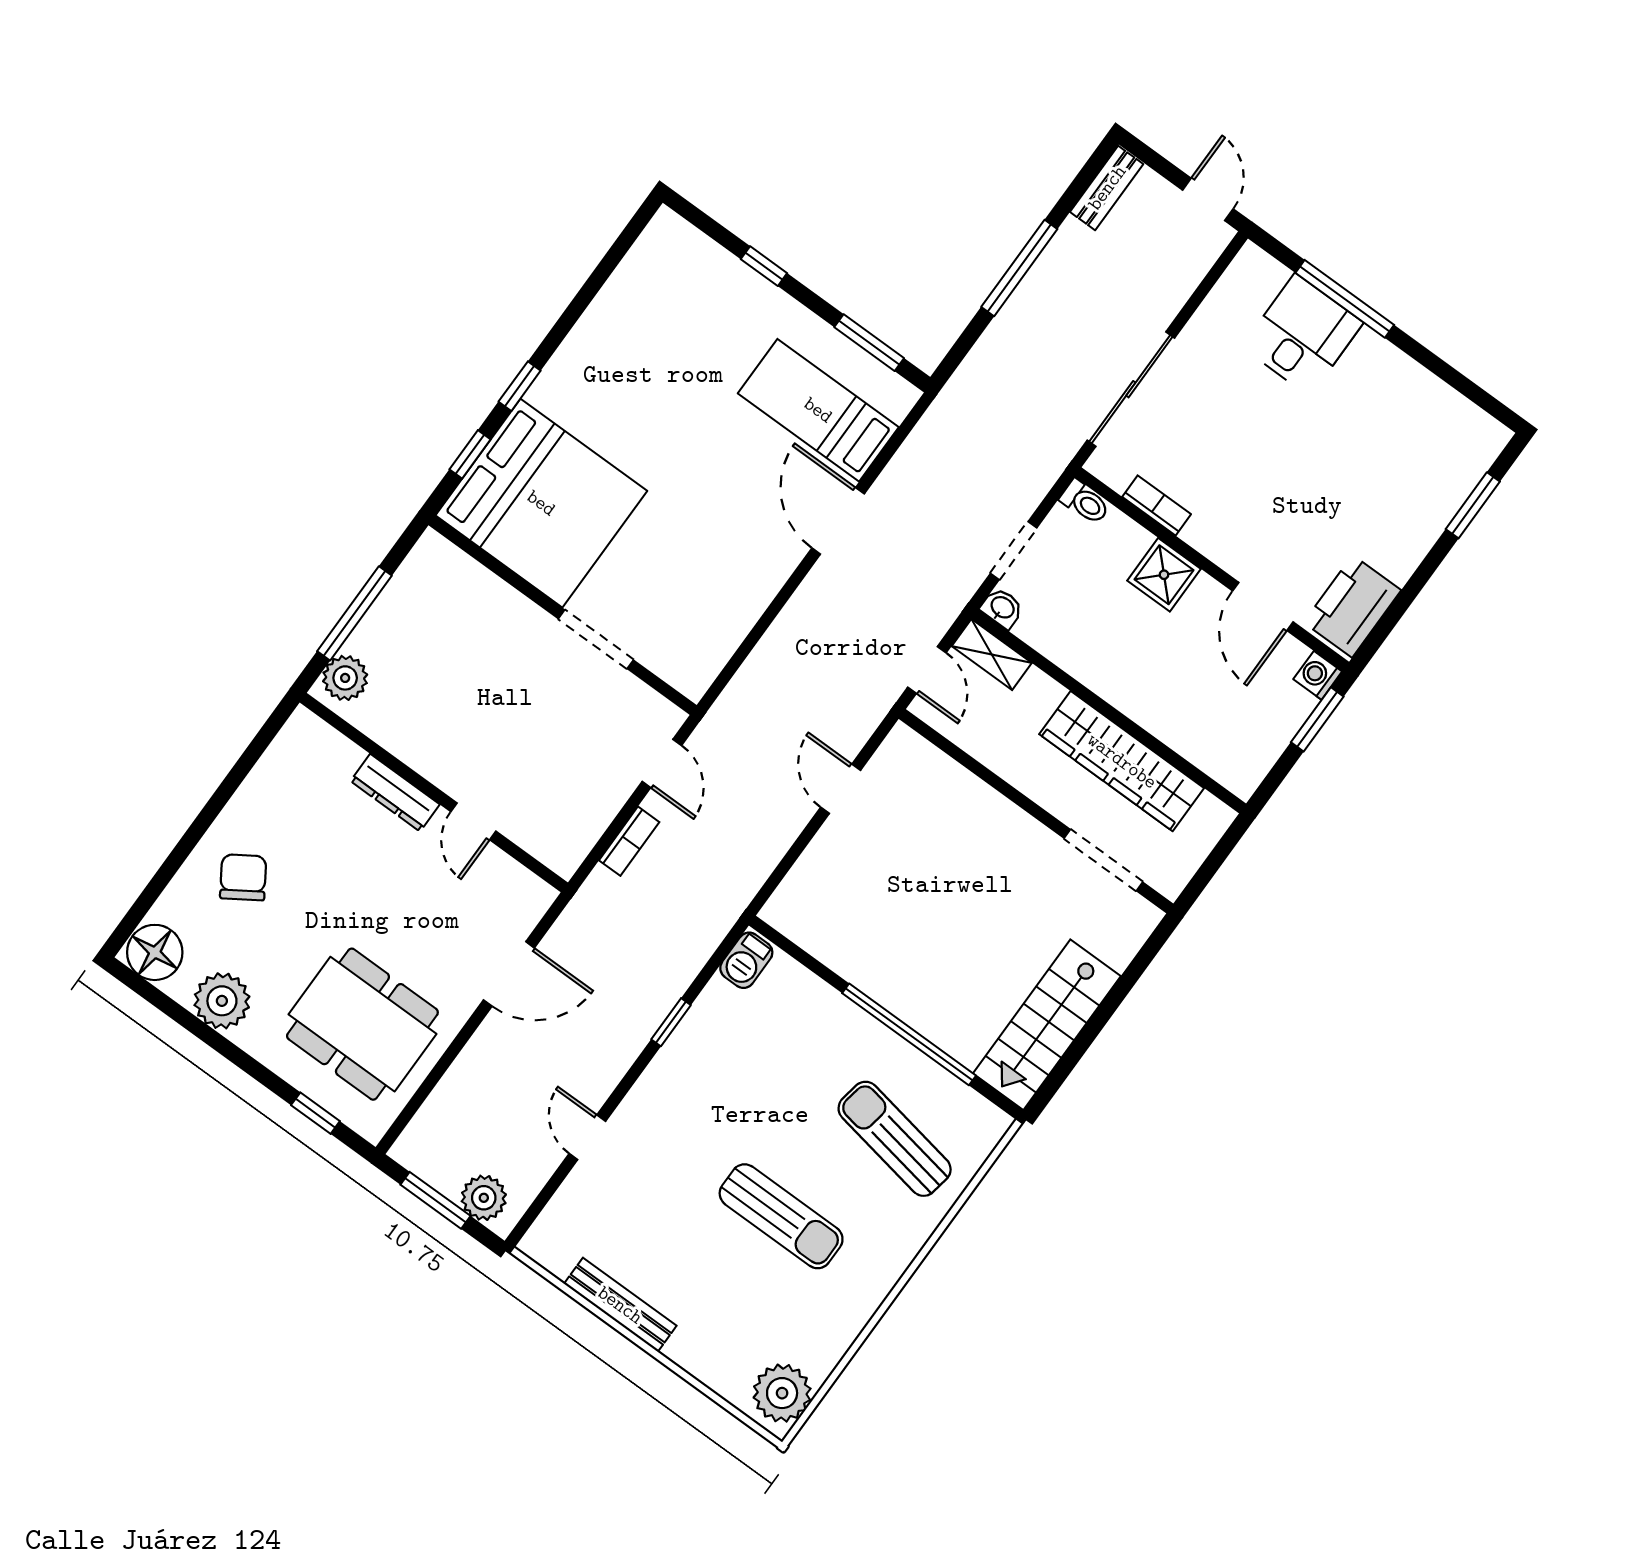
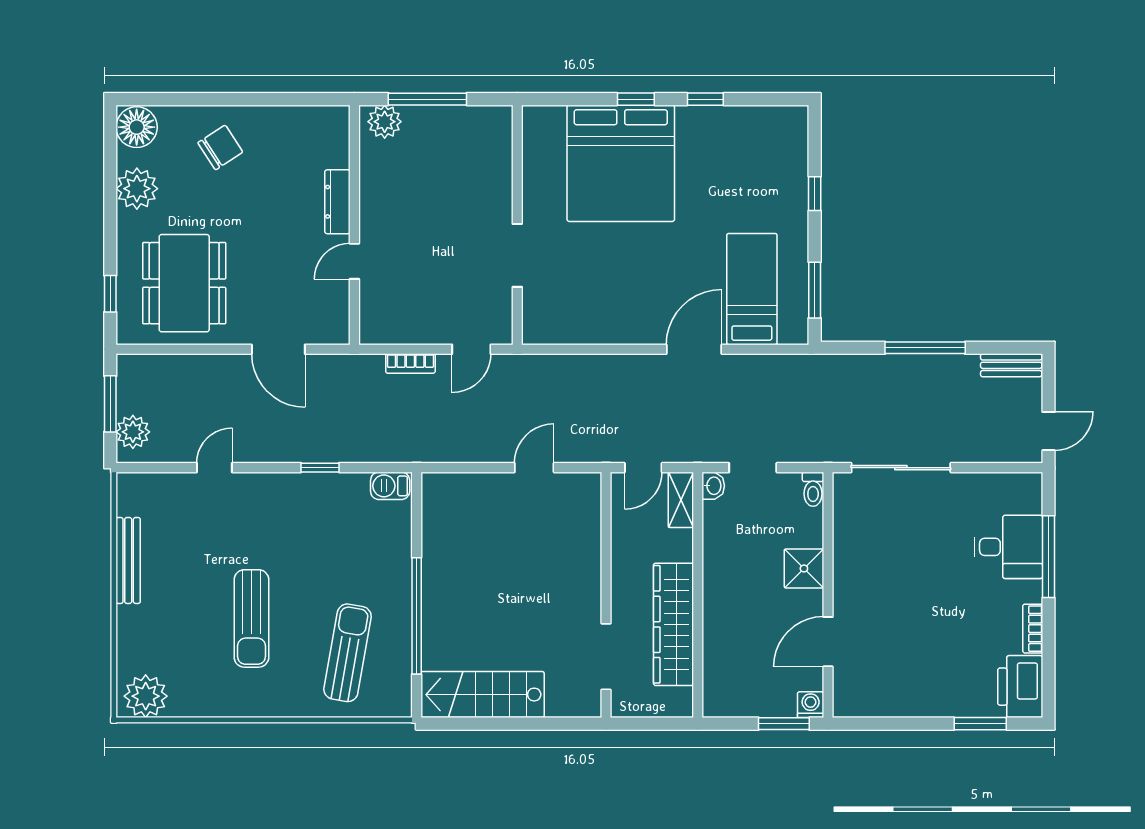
window: (470, 454) -> (705, 99), moved
bed: (541, 503) -> (621, 163), moved
bookcase: (1157, 505) -> (1033, 629), moved, turned 180
printer: (1352, 606) -> (1020, 687), moved, turned -90

